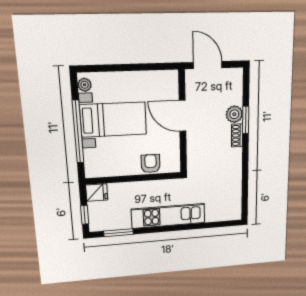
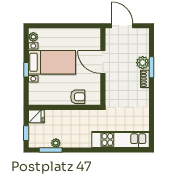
window: (78, 132) -> (26, 70), width x0.32
armchair: (151, 164) -> (78, 97), turned 90
kitchen unit: (168, 216) -> (121, 139), moved
plant: (125, 224) -> (56, 143), added

